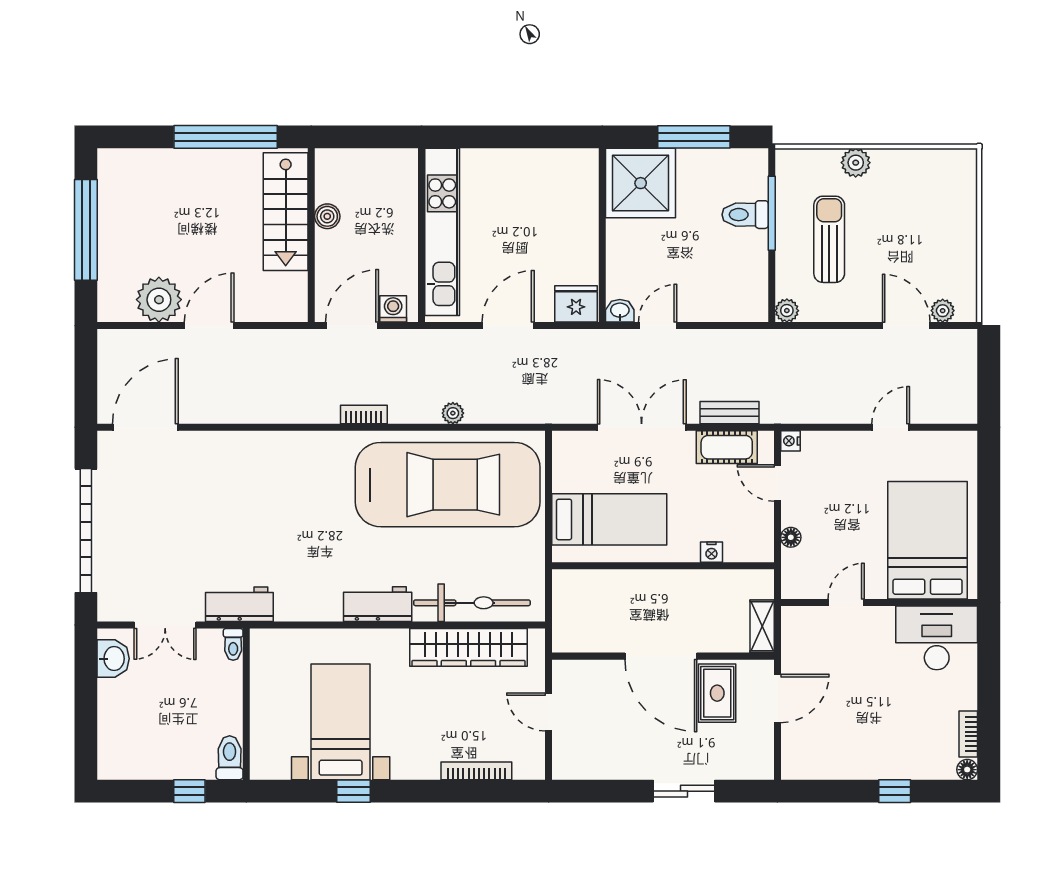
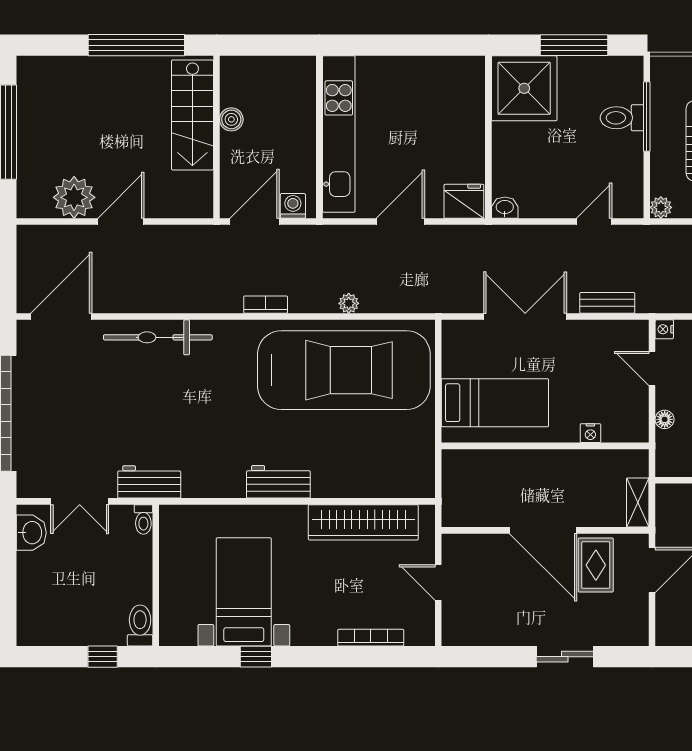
door: (658, 326) -> (594, 221), moved
cot: (727, 447) -> (605, 335), removed
bicycle: (472, 603) -> (158, 337), moved, turned 180

